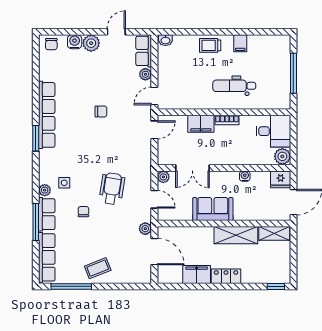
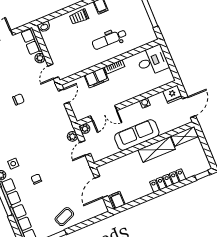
plant: (282, 156) -> (167, 77), removed
wheelchair: (112, 189) -> (50, 153), removed
door: (154, 199) -> (85, 148), swing flipped
sofa: (213, 209) -> (137, 135), width x1.36
plant: (145, 229) -> (72, 136), moved
door: (154, 252) -> (101, 187), swing flipped
filing cabinet: (197, 274) -> (117, 200), moved, width x0.50
locker: (226, 276) -> (168, 181), width x1.53

